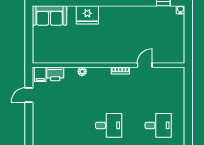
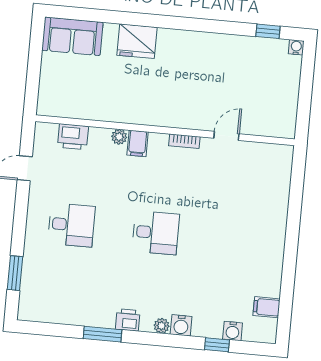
filing cabinet: (40, 74) -> (138, 143), moved
desk: (158, 125) -> (71, 225), moved

